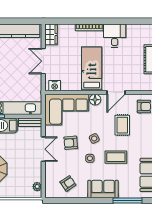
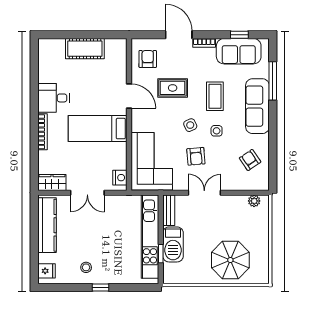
floor lamp: (95, 100) -> (139, 124), removed
sofa: (103, 189) -> (257, 106), width x1.36

